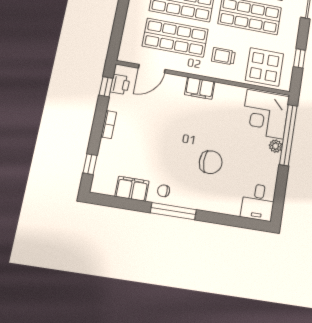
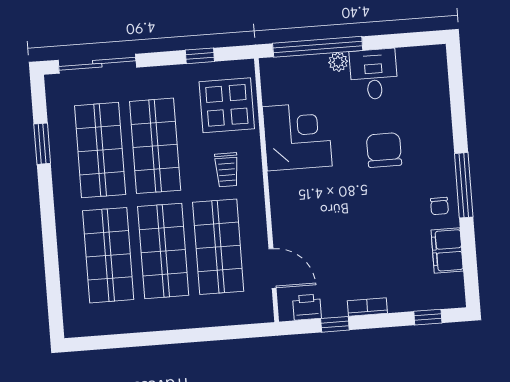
window: (106, 87) -> (335, 324), moved
filing cabinet: (200, 88) -> (283, 192), removed
corner desk: (265, 114) -> (297, 136), moved, turned -90
desk: (258, 202) -> (374, 74), moved, turned -90

